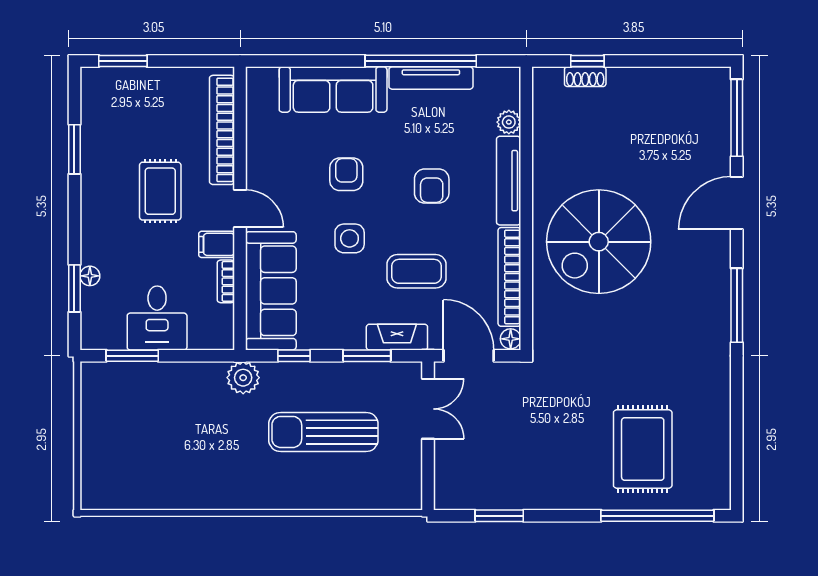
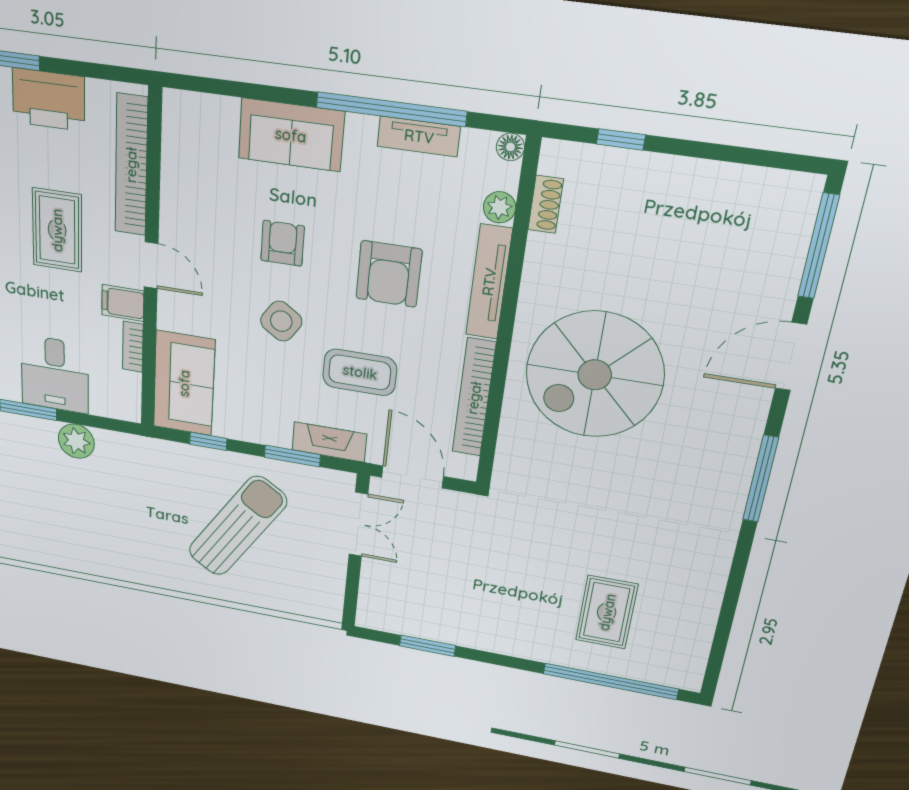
shoe rack: (585, 77) -> (546, 204), moved, turned -90
tv unit: (431, 78) -> (419, 136), width x0.71
printer: (154, 88) -> (49, 100), added
sofa: (333, 89) -> (291, 135), width x0.73
armchair: (432, 186) -> (389, 274), width x1.38, depth x1.38
side table: (350, 238) -> (281, 321), turned 34
sofa: (271, 291) -> (184, 383), width x0.73
floor lamp: (511, 339) -> (510, 147), moved
plant: (243, 378) -> (76, 441), moved
sun lounger: (323, 432) -> (237, 526), turned 123
rug: (643, 449) -> (607, 612), width x0.73, depth x0.70

